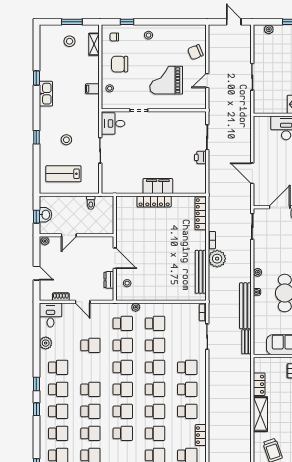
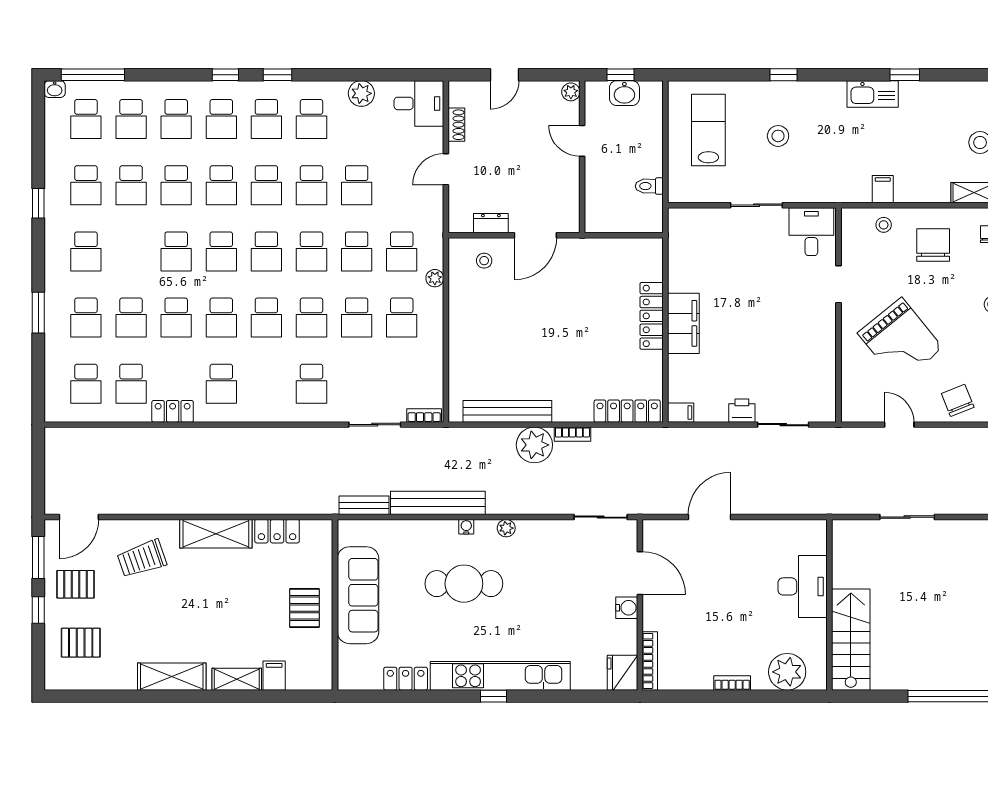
grand piano: (166, 80) -> (900, 341), turned 141
filing cabinet: (201, 187) -> (681, 413), added
school desk: (187, 389) -> (311, 185), moved

